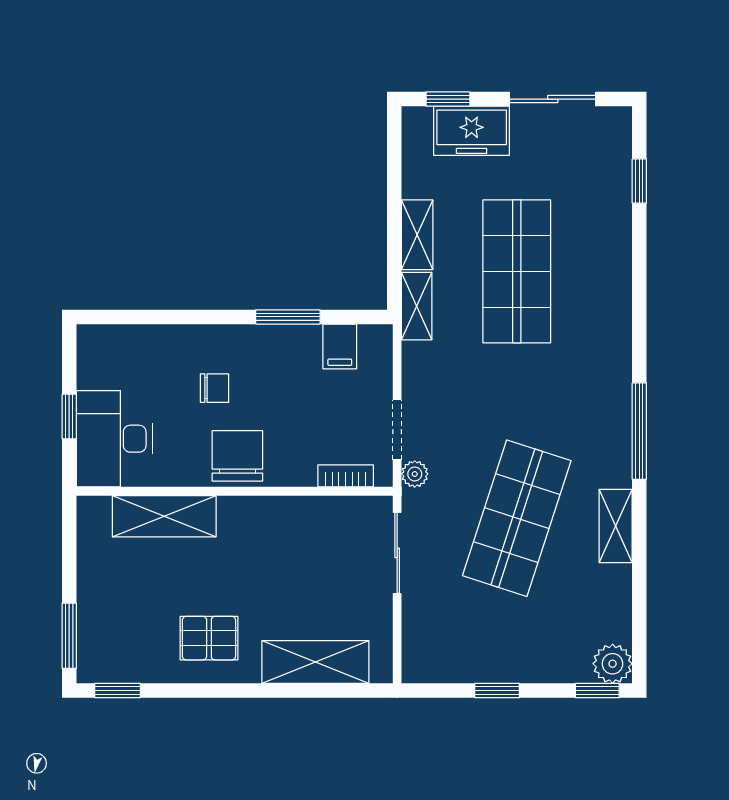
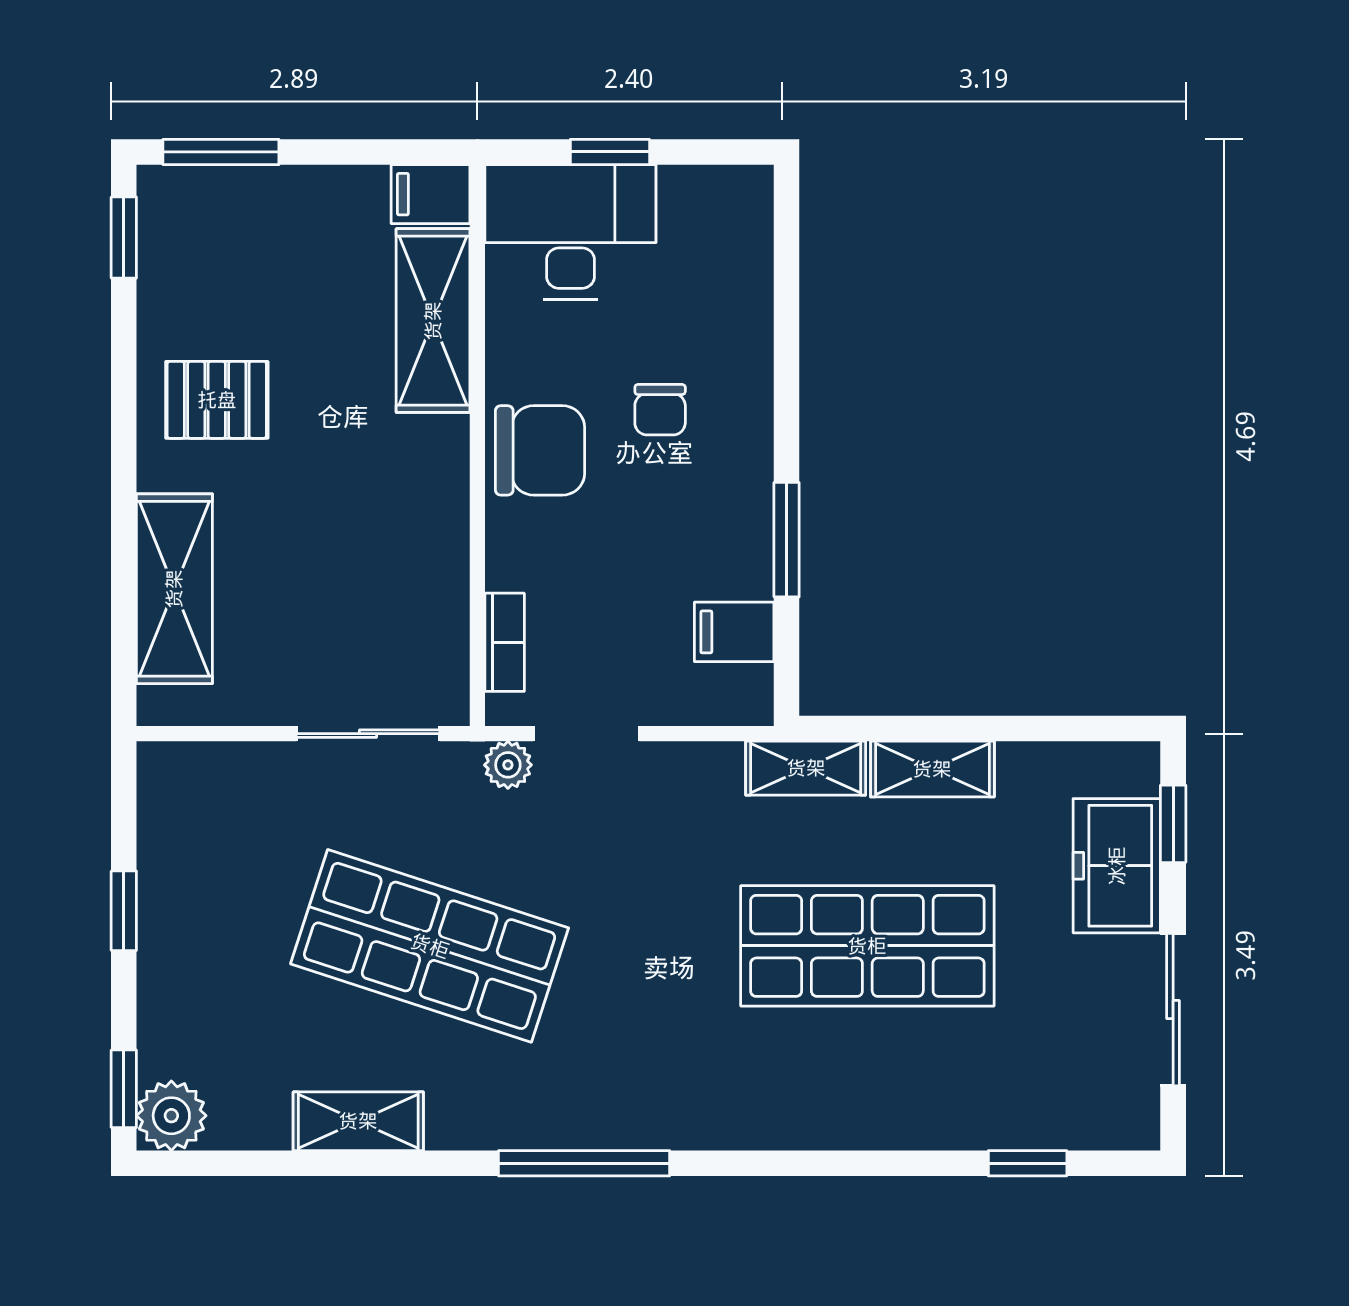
filing cabinet: (93, 518) -> (430, 194), added
shelving: (616, 526) -> (358, 1121), moved
pallet: (209, 638) -> (217, 400), turned 90

